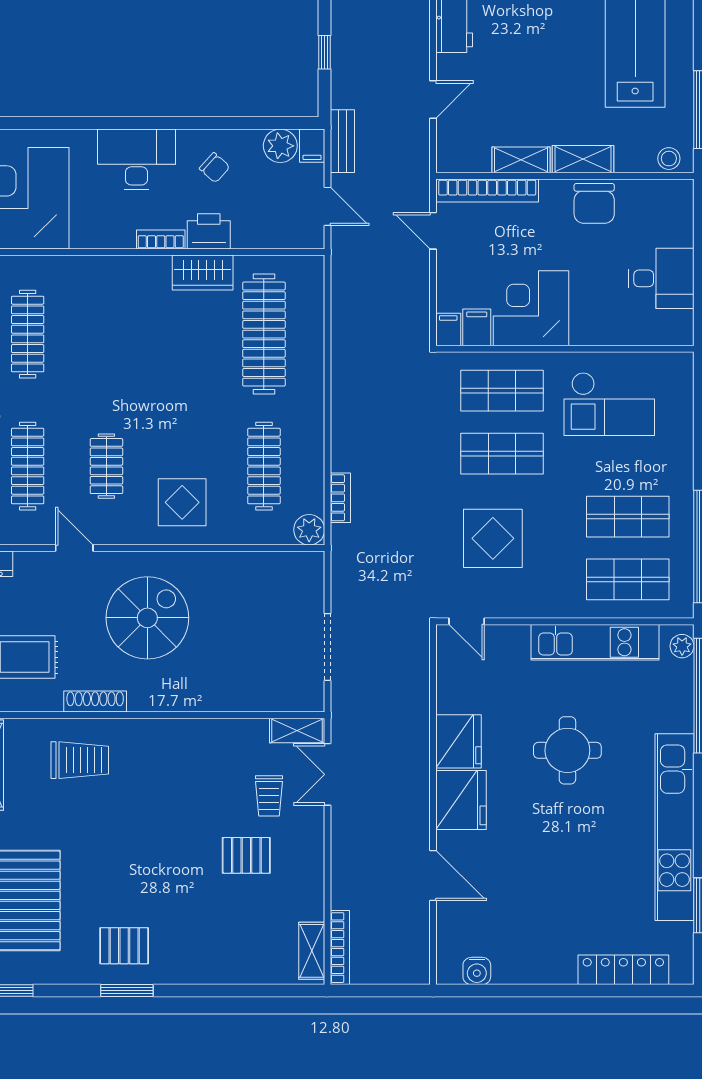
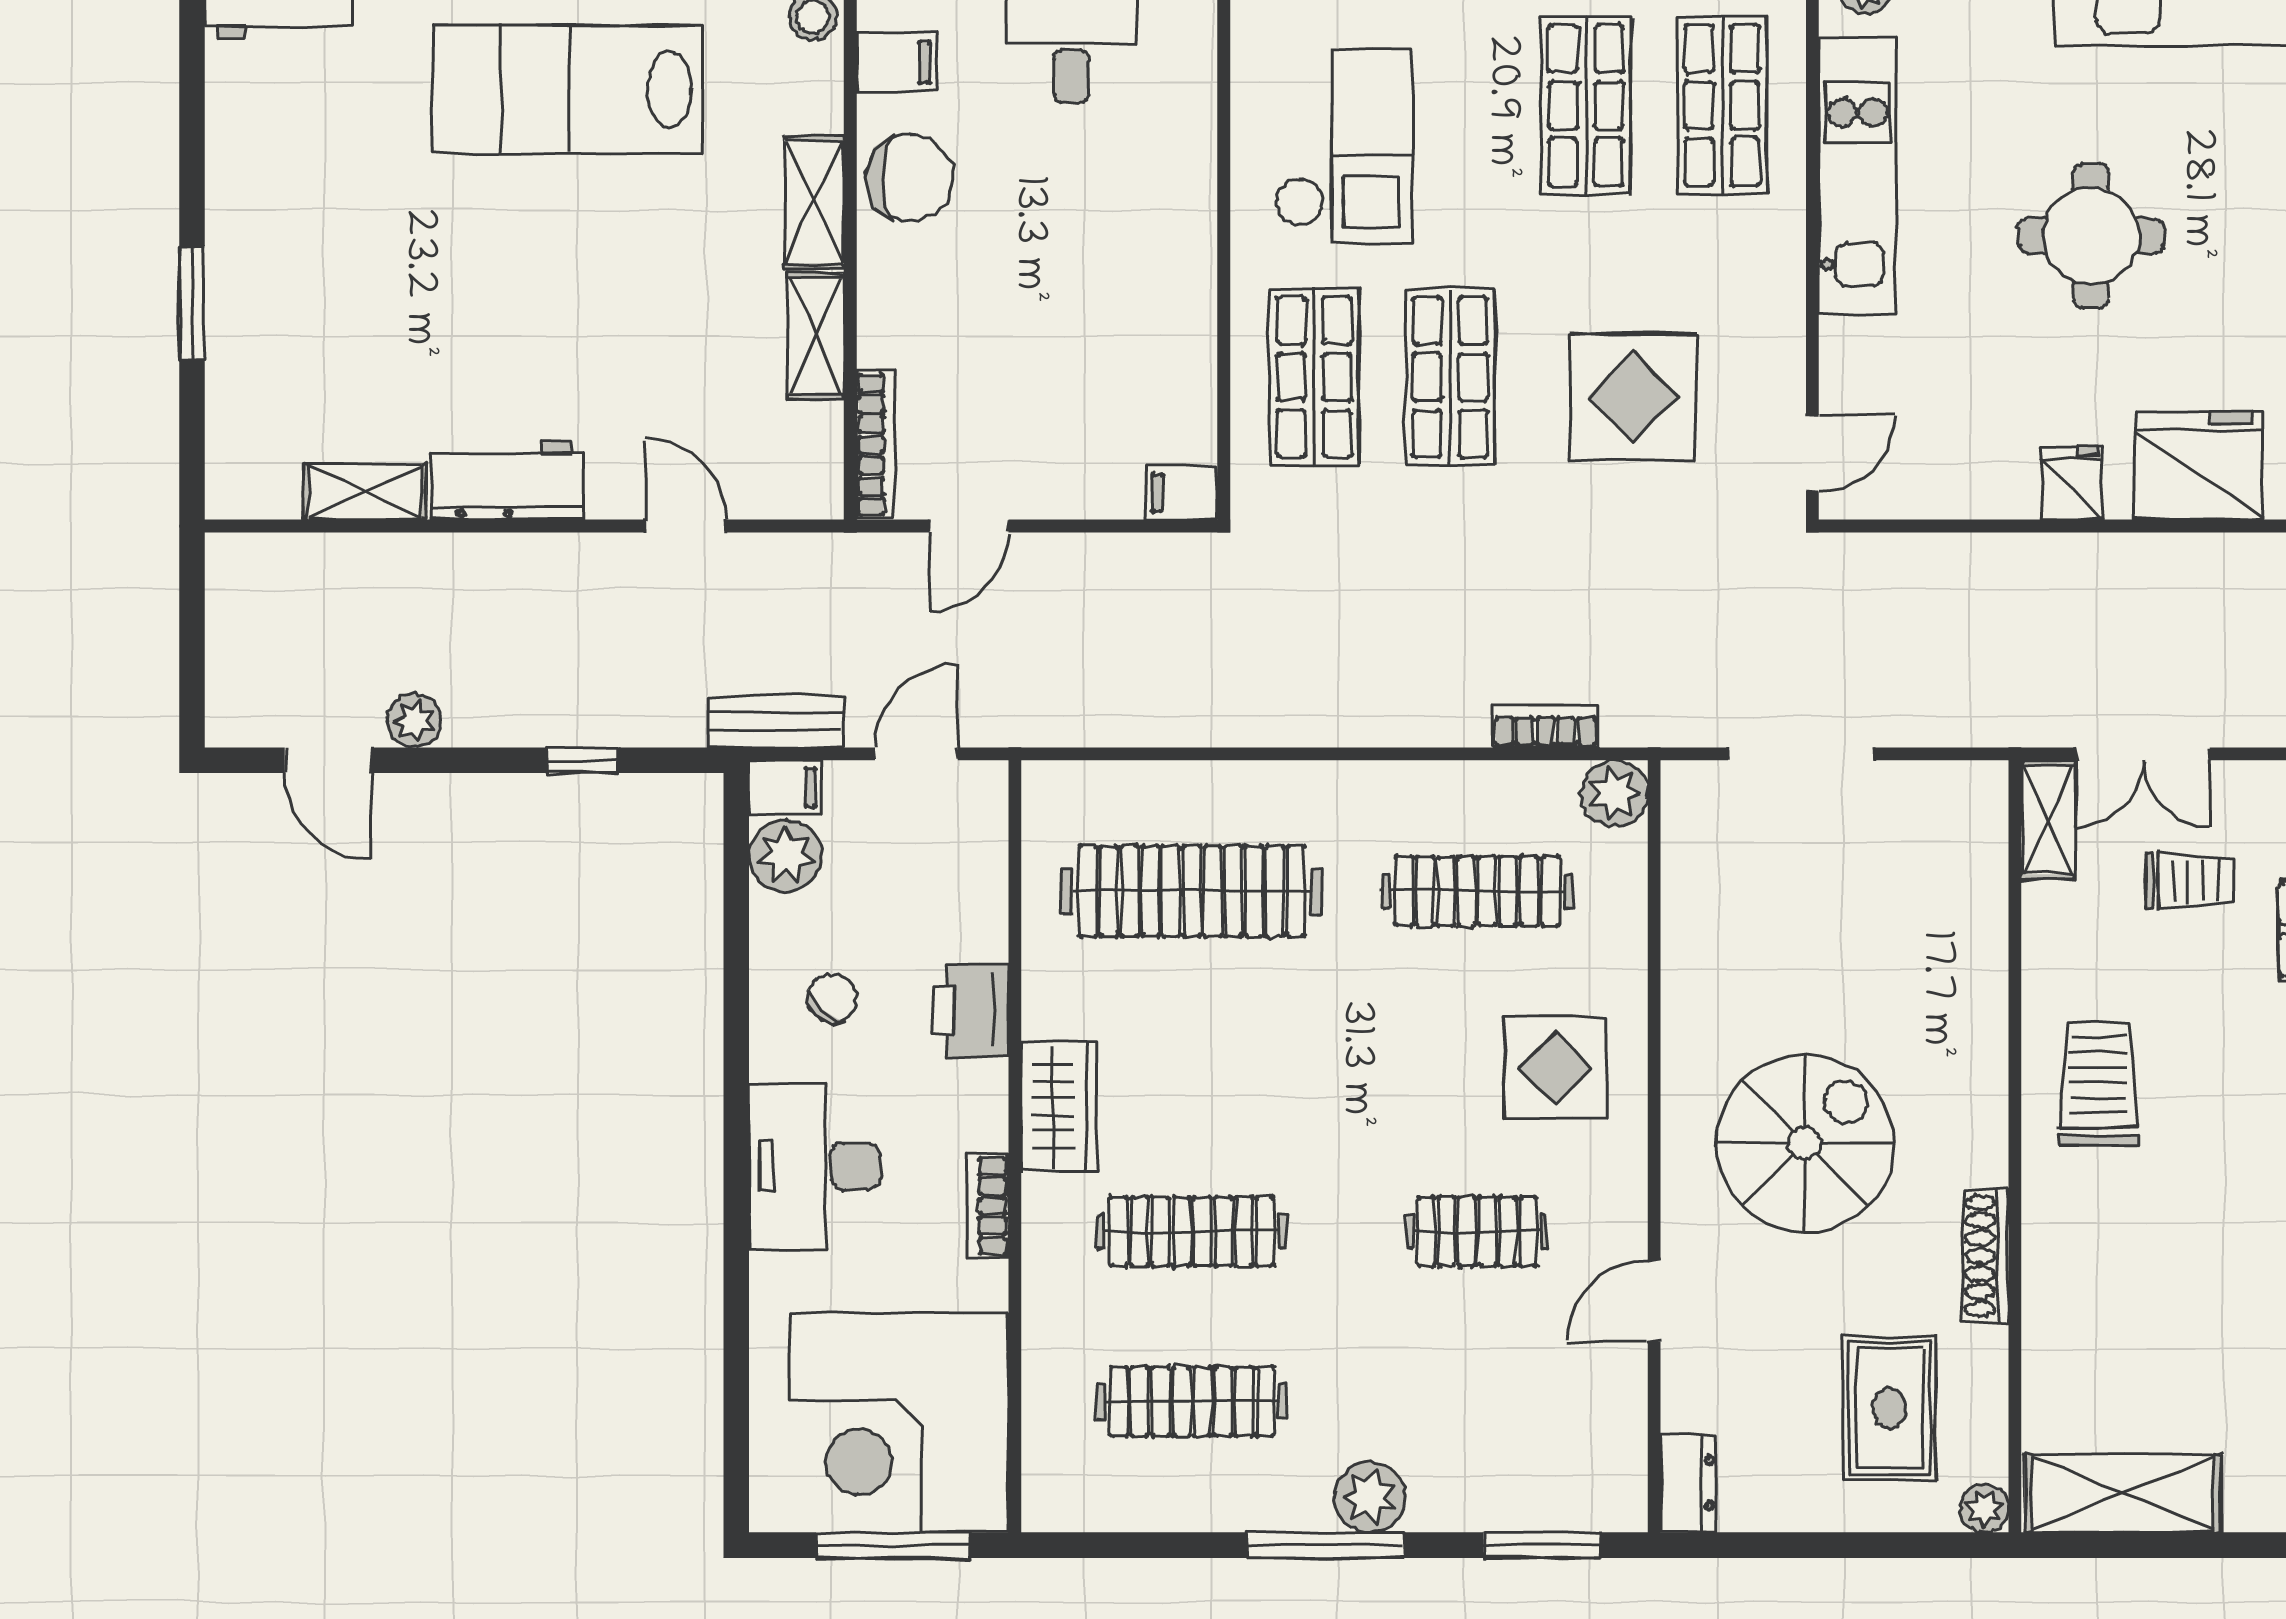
bookcase: (487, 190) -> (876, 445), width x0.68, depth x0.76
bookcase: (161, 239) -> (988, 1206), moved
wardrobe: (203, 273) -> (1059, 1106), moved
corner desk: (531, 308) -> (1136, 314), removed
filing cabinet: (477, 327) -> (897, 62), moved, turned 180
clothes rail: (28, 466) -> (1192, 1231), moved
spiral stairs: (147, 618) -> (1805, 1143), turned 90
doorway: (327, 647) -> (1801, 754), moved
fridge: (459, 741) -> (2072, 483), width x0.53, depth x0.75
trolley: (80, 760) -> (2098, 1084), moved

